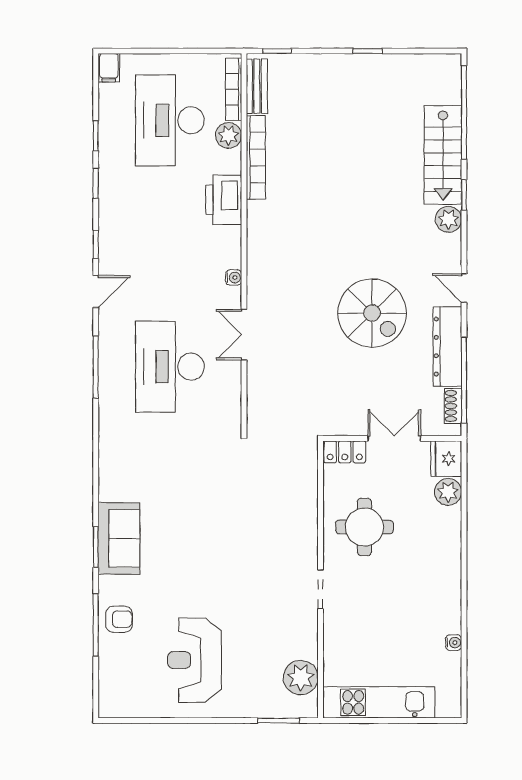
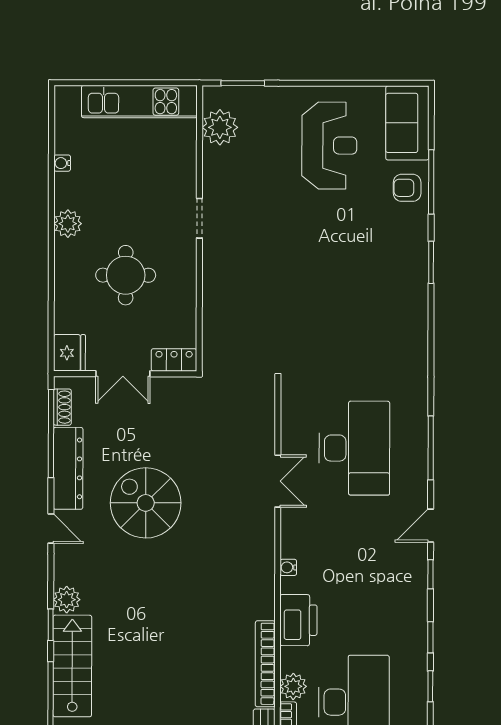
water cooler: (234, 278) -> (288, 567), moved
plant: (448, 492) -> (68, 224), moved
round table: (364, 527) -> (126, 275), moved
sofa: (119, 538) -> (407, 123), moved

